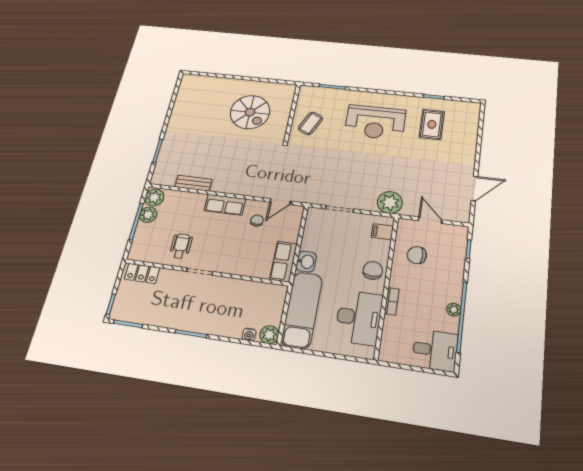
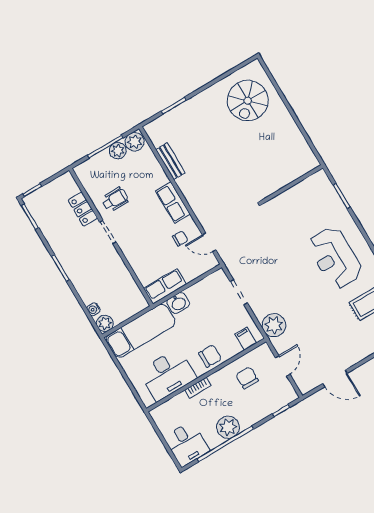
spiral stairs: (250, 112) -> (248, 101), moved
coffee table: (310, 123) -> (294, 207), removed
locker: (142, 273) -> (83, 209), moved
plant: (454, 310) -> (228, 427), width x1.88, depth x1.88

